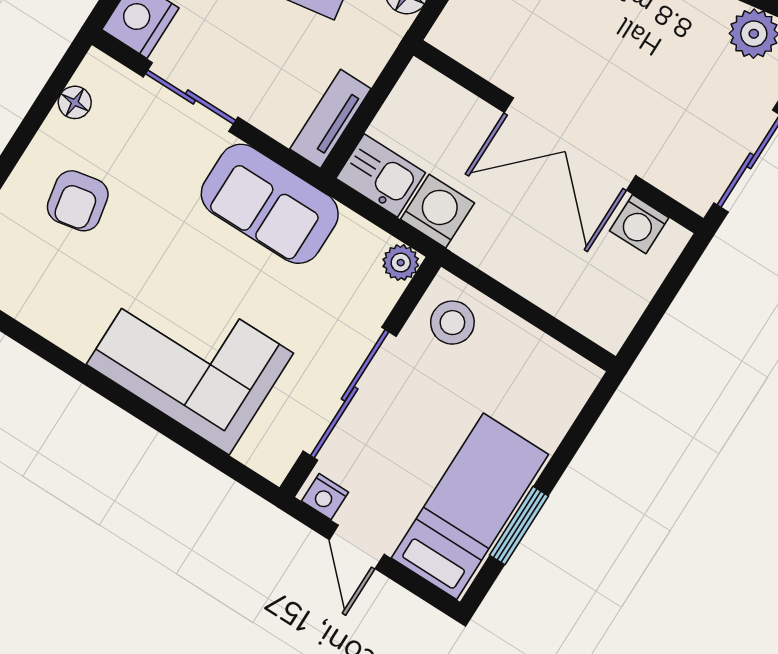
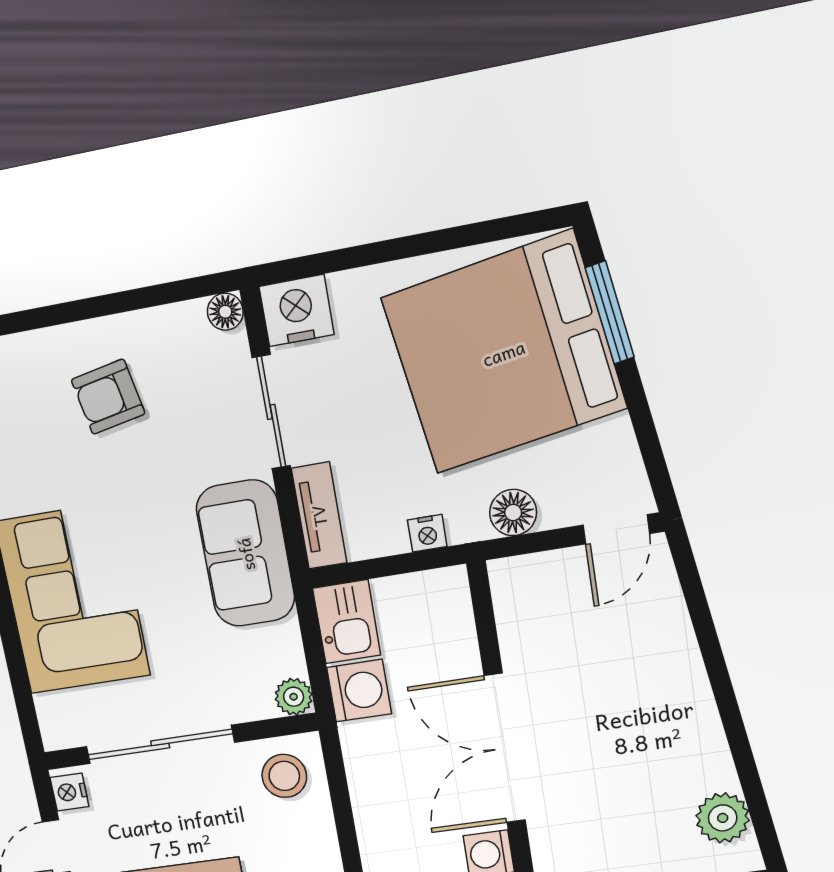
nightstand: (369, 64) -> (427, 533), added
floor lamp: (75, 102) -> (225, 312), moved
tv unit: (330, 119) -> (319, 516), moved, turned 90

